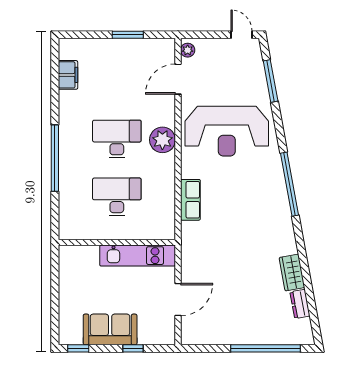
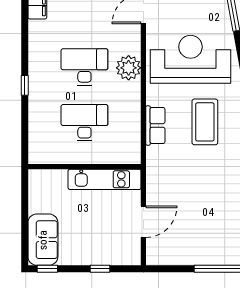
reception desk: (227, 131) -> (190, 59), turned 180
window: (55, 158) -> (25, 85), width x0.32
coffee table: (242, 196) -> (205, 122), added
sofa: (110, 329) -> (43, 240), moved, turned 90

